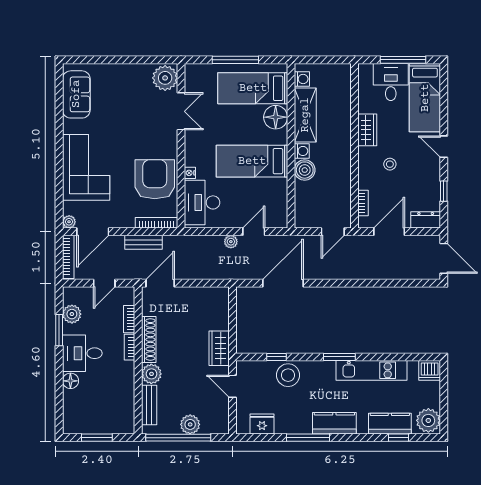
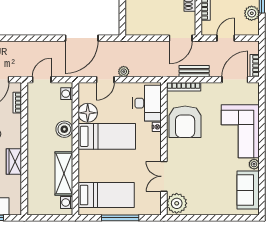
floor lamp: (276, 117) -> (88, 113), moved
washing machine: (302, 151) -> (67, 94), moved
plant: (69, 222) -> (254, 164), moved
bookcase: (68, 257) -> (255, 66), width x0.64

